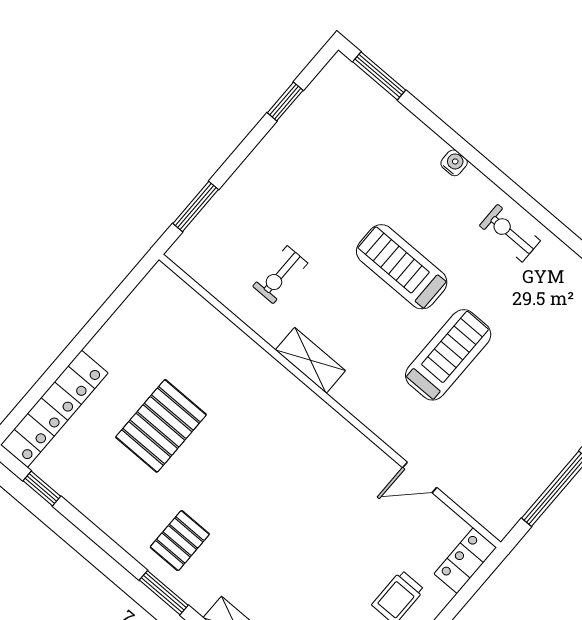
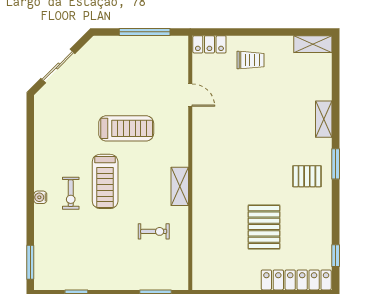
exercise bike: (510, 233) -> (71, 193), moved
treadmill: (448, 355) -> (126, 128), turned 180
pallet: (161, 426) -> (264, 227), turned 90

